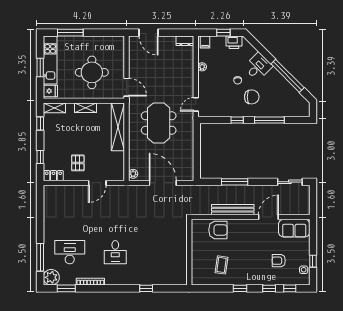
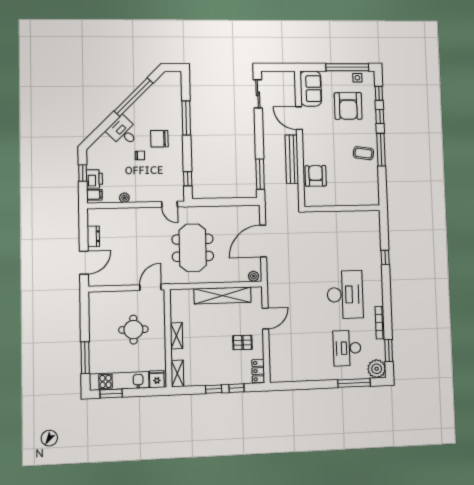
dresser: (185, 41) -> (93, 236), moved
printer: (234, 42) -> (94, 179), moved
window: (40, 67) -> (111, 394), moved
round table: (92, 72) -> (133, 330), width x0.73, depth x0.73
chair: (252, 97) -> (159, 139), turned -90
window: (237, 120) -> (188, 179), moved
meeting table: (159, 123) -> (193, 248), turned 90
window: (40, 124) -> (214, 389), moved
shelving: (118, 127) -> (223, 295), moved
window: (235, 182) -> (260, 174), moved
door: (97, 183) -> (265, 318), hinge flipped
desk: (115, 252) -> (345, 295), width x1.87, depth x1.30
armchair: (279, 261) -> (348, 106), width x1.88, depth x1.88
window: (313, 261) -> (347, 67), width x3.17
coffee table: (221, 265) -> (363, 153), moved
window: (240, 288) -> (381, 150), width x2.17

